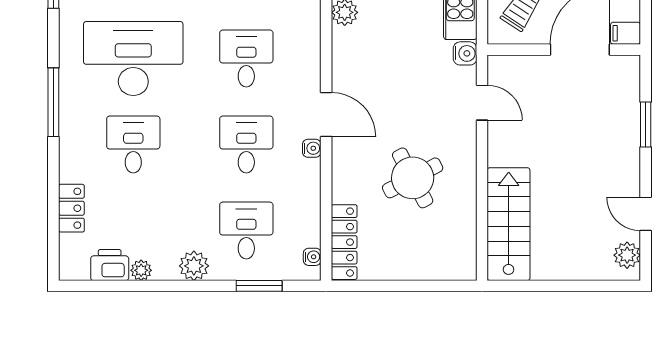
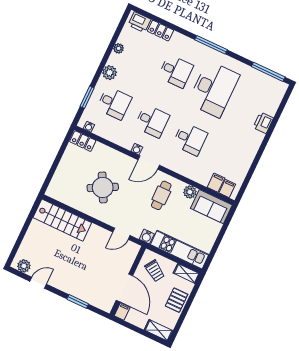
cafe table: (376, 62) -> (161, 195), added
locker: (344, 242) -> (83, 141), width x0.66
printer: (110, 265) -> (139, 22), moved, turned 90

